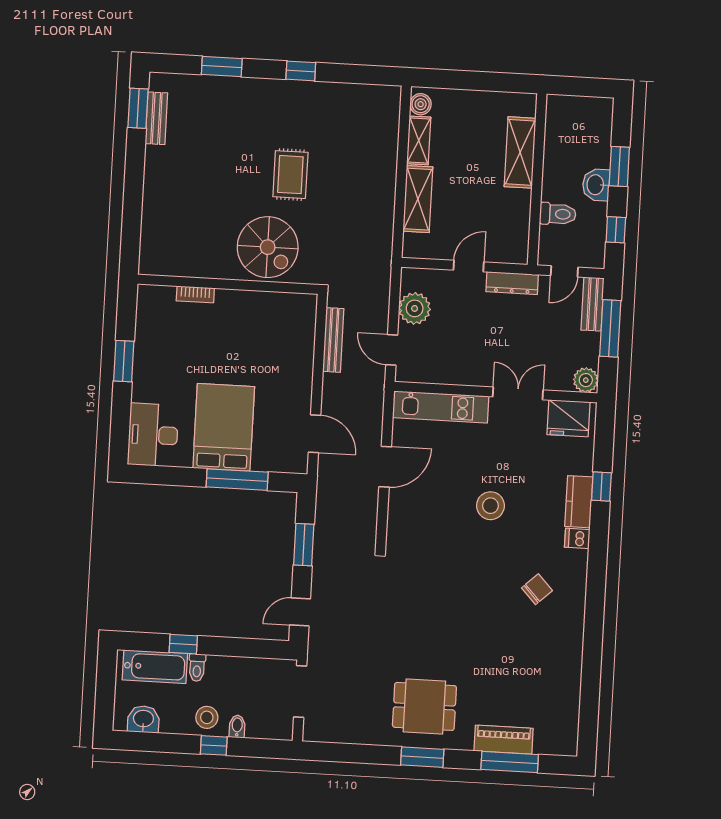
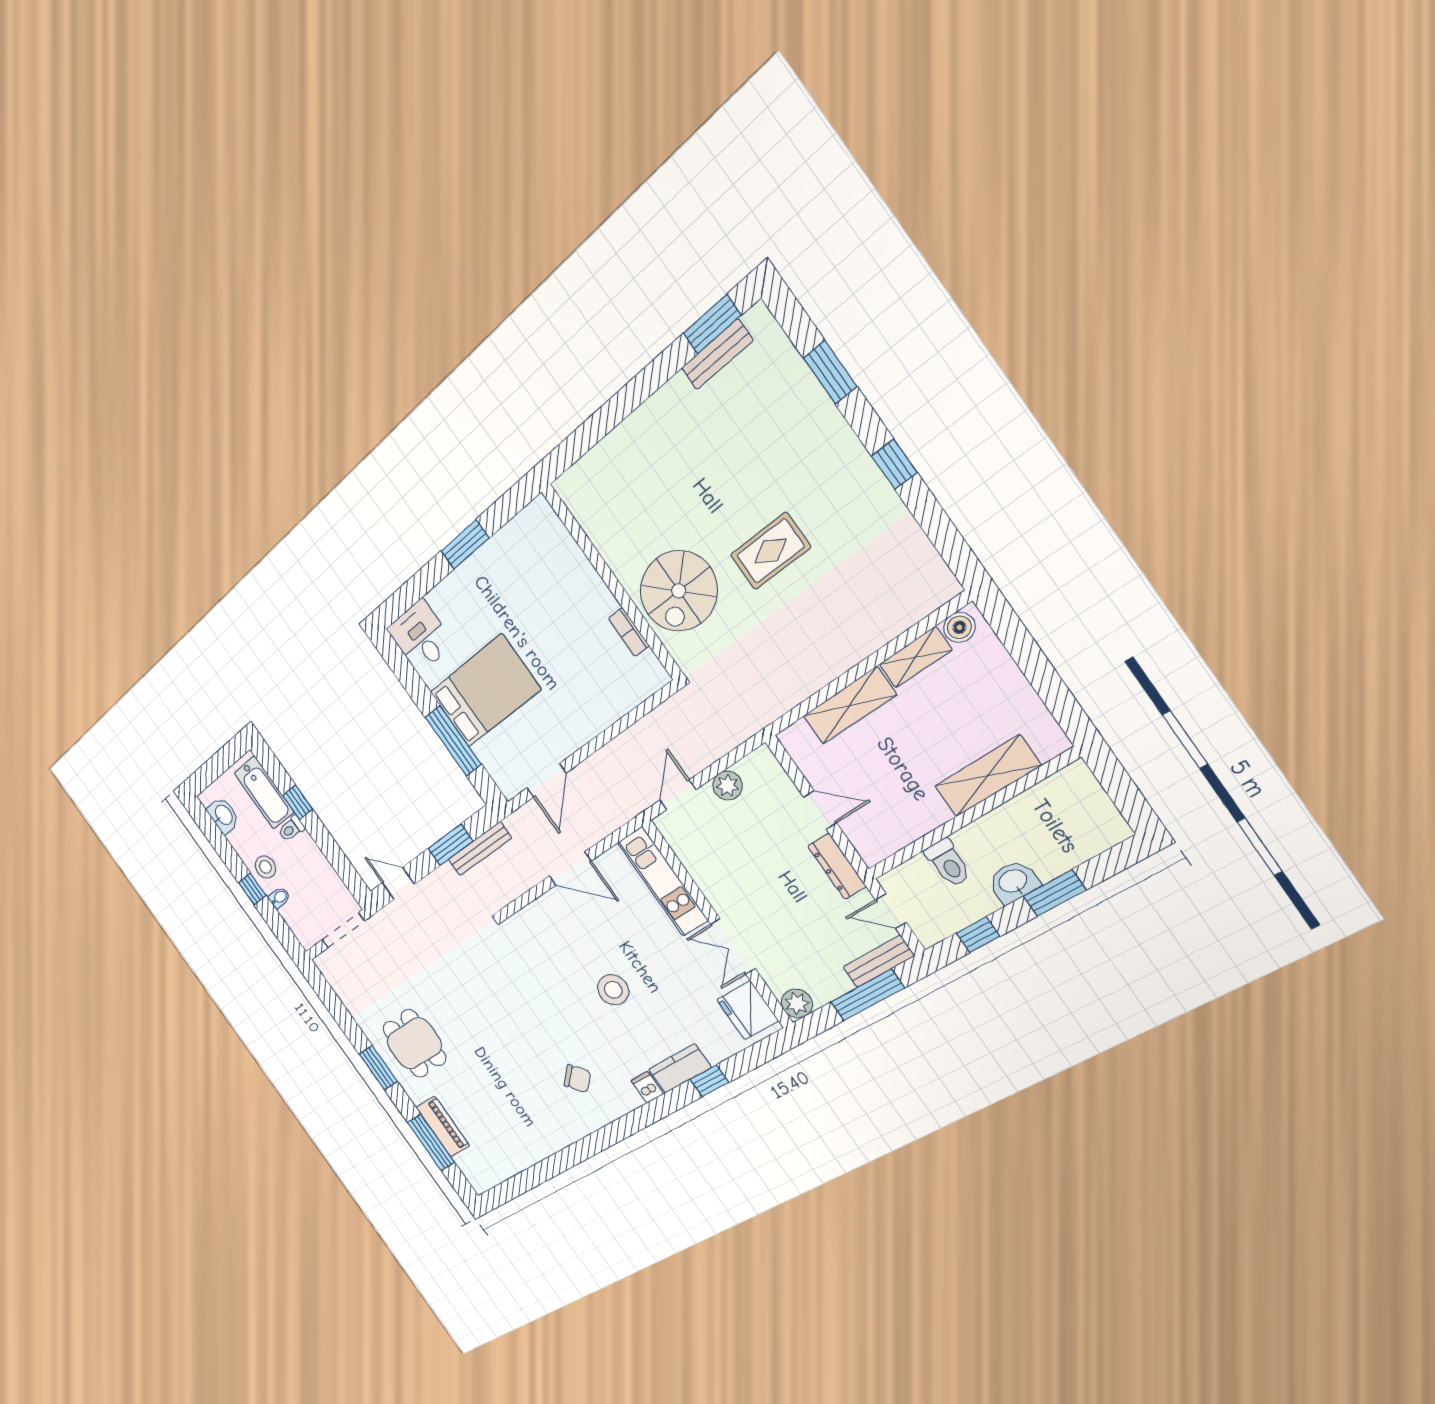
bookcase: (195, 294) -> (629, 632), moved
plant: (415, 308) -> (728, 786), width x0.73, depth x0.73
bench: (333, 340) -> (480, 849), moved
double door: (518, 393) -> (733, 946), swing flipped
desk: (153, 435) -> (421, 636), width x0.73

